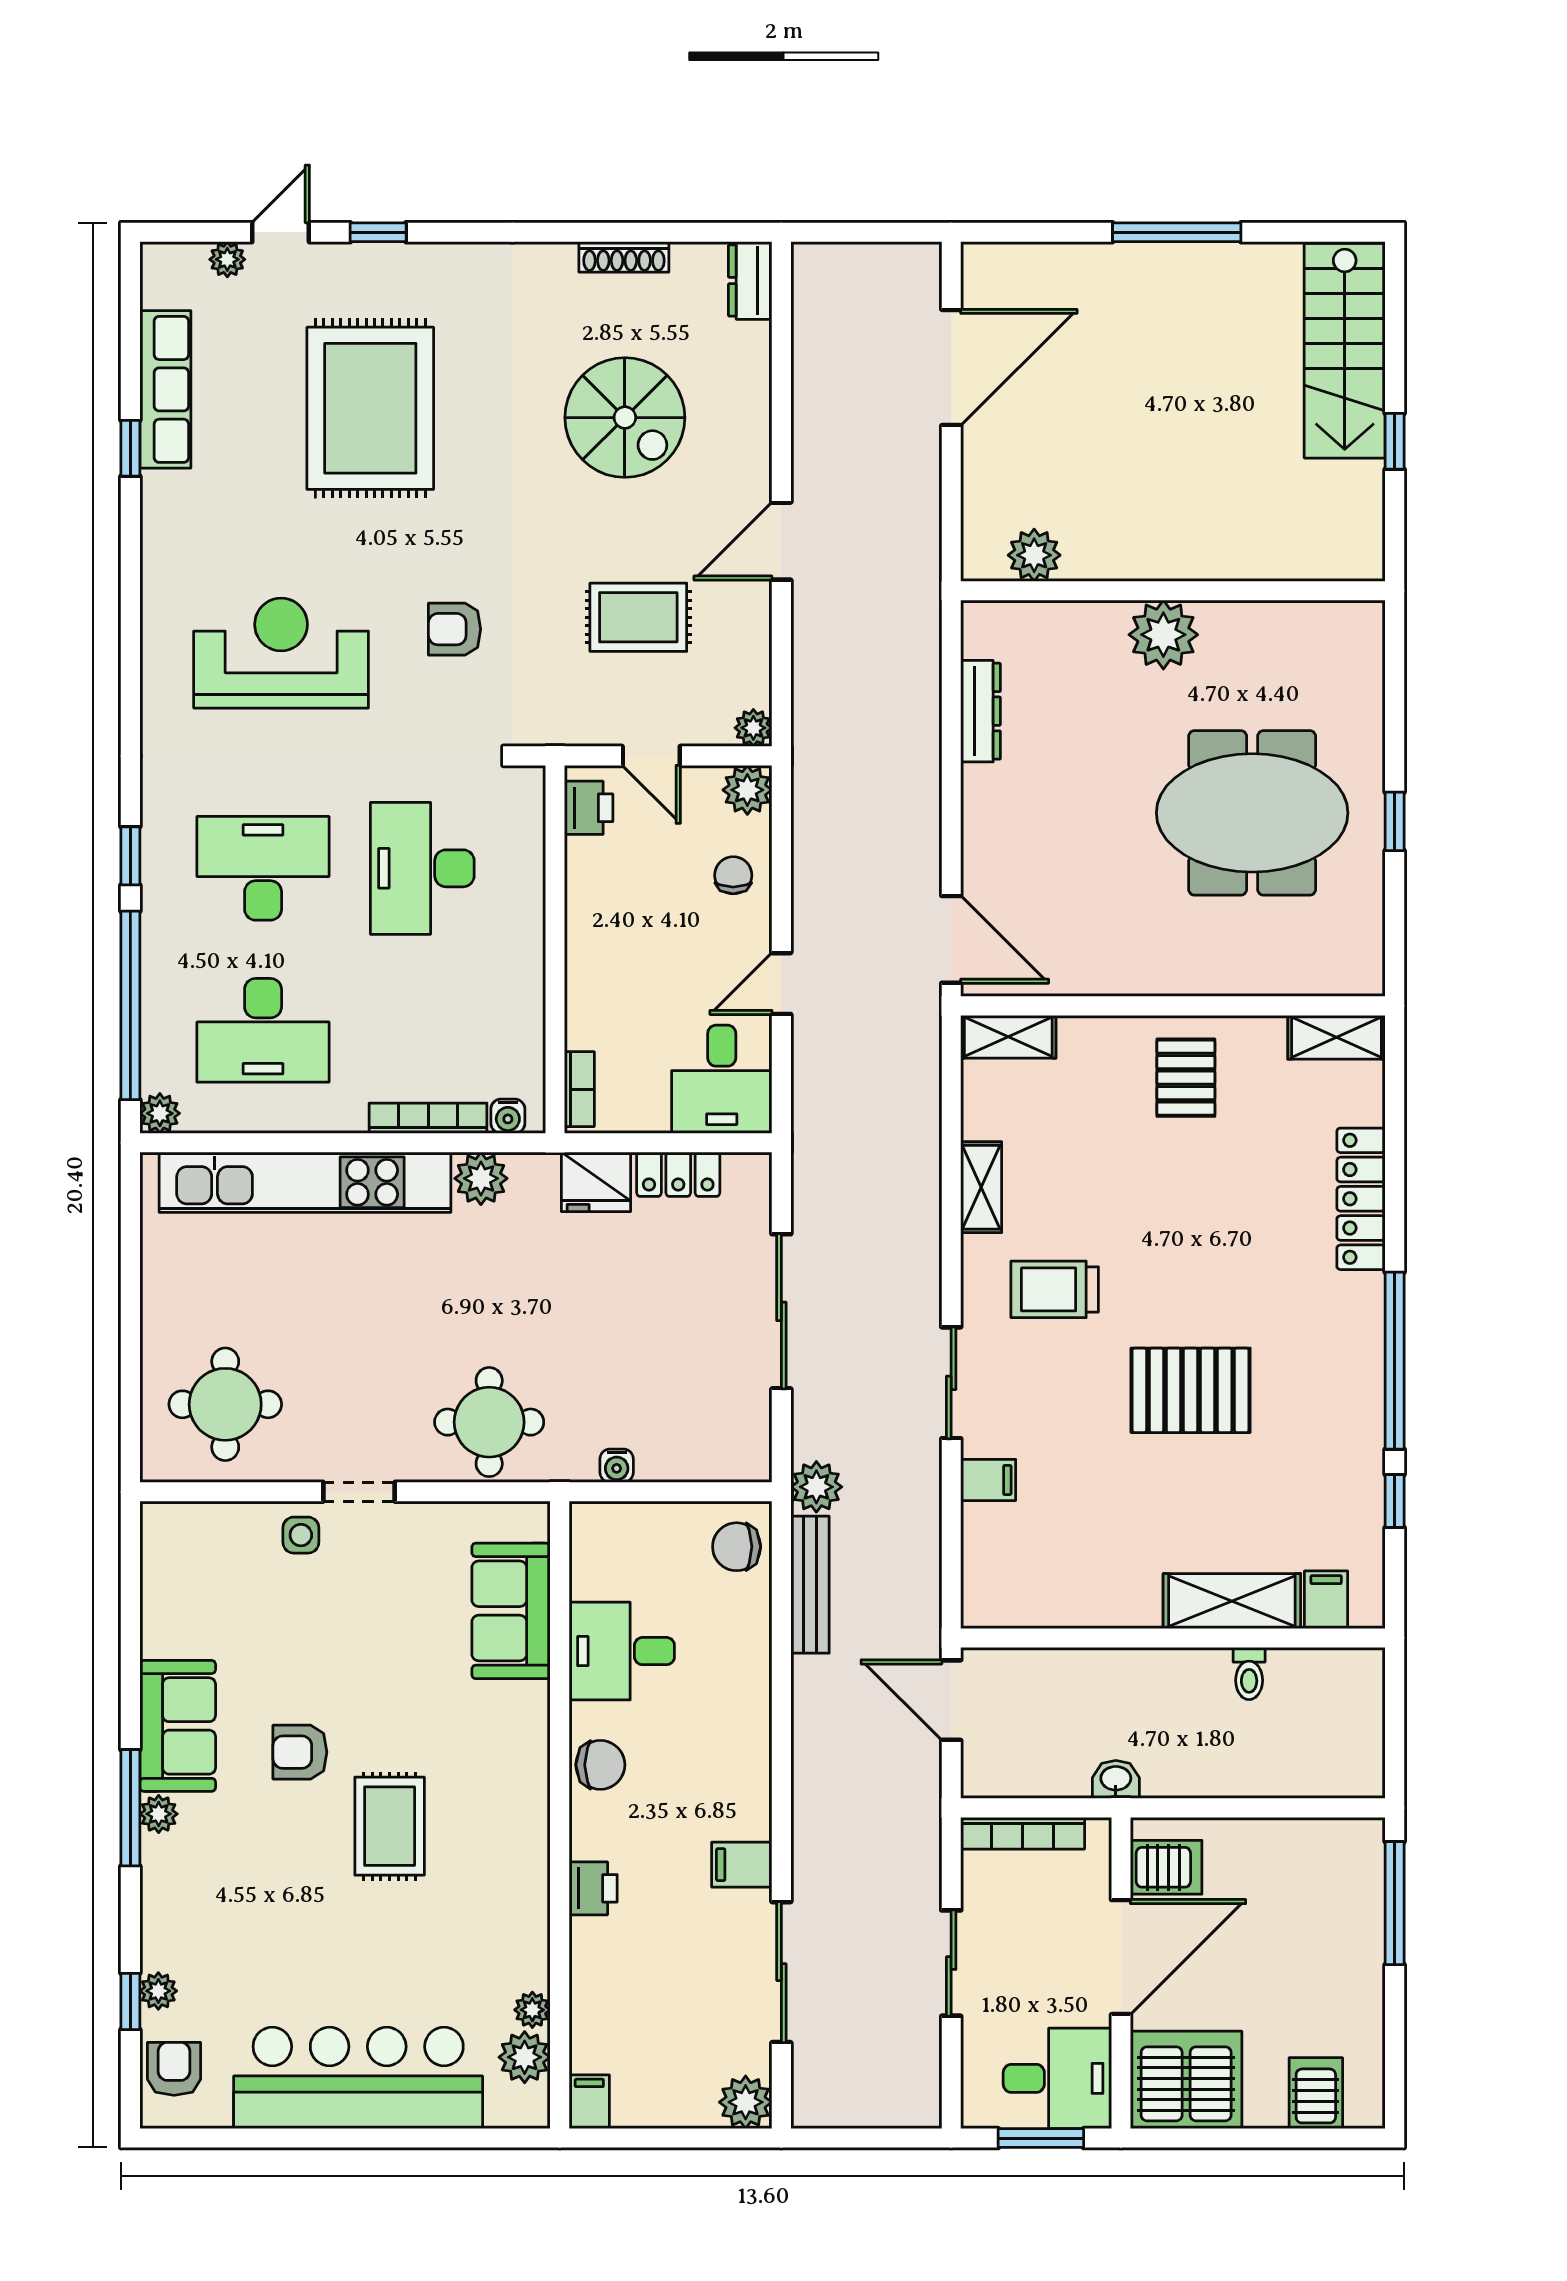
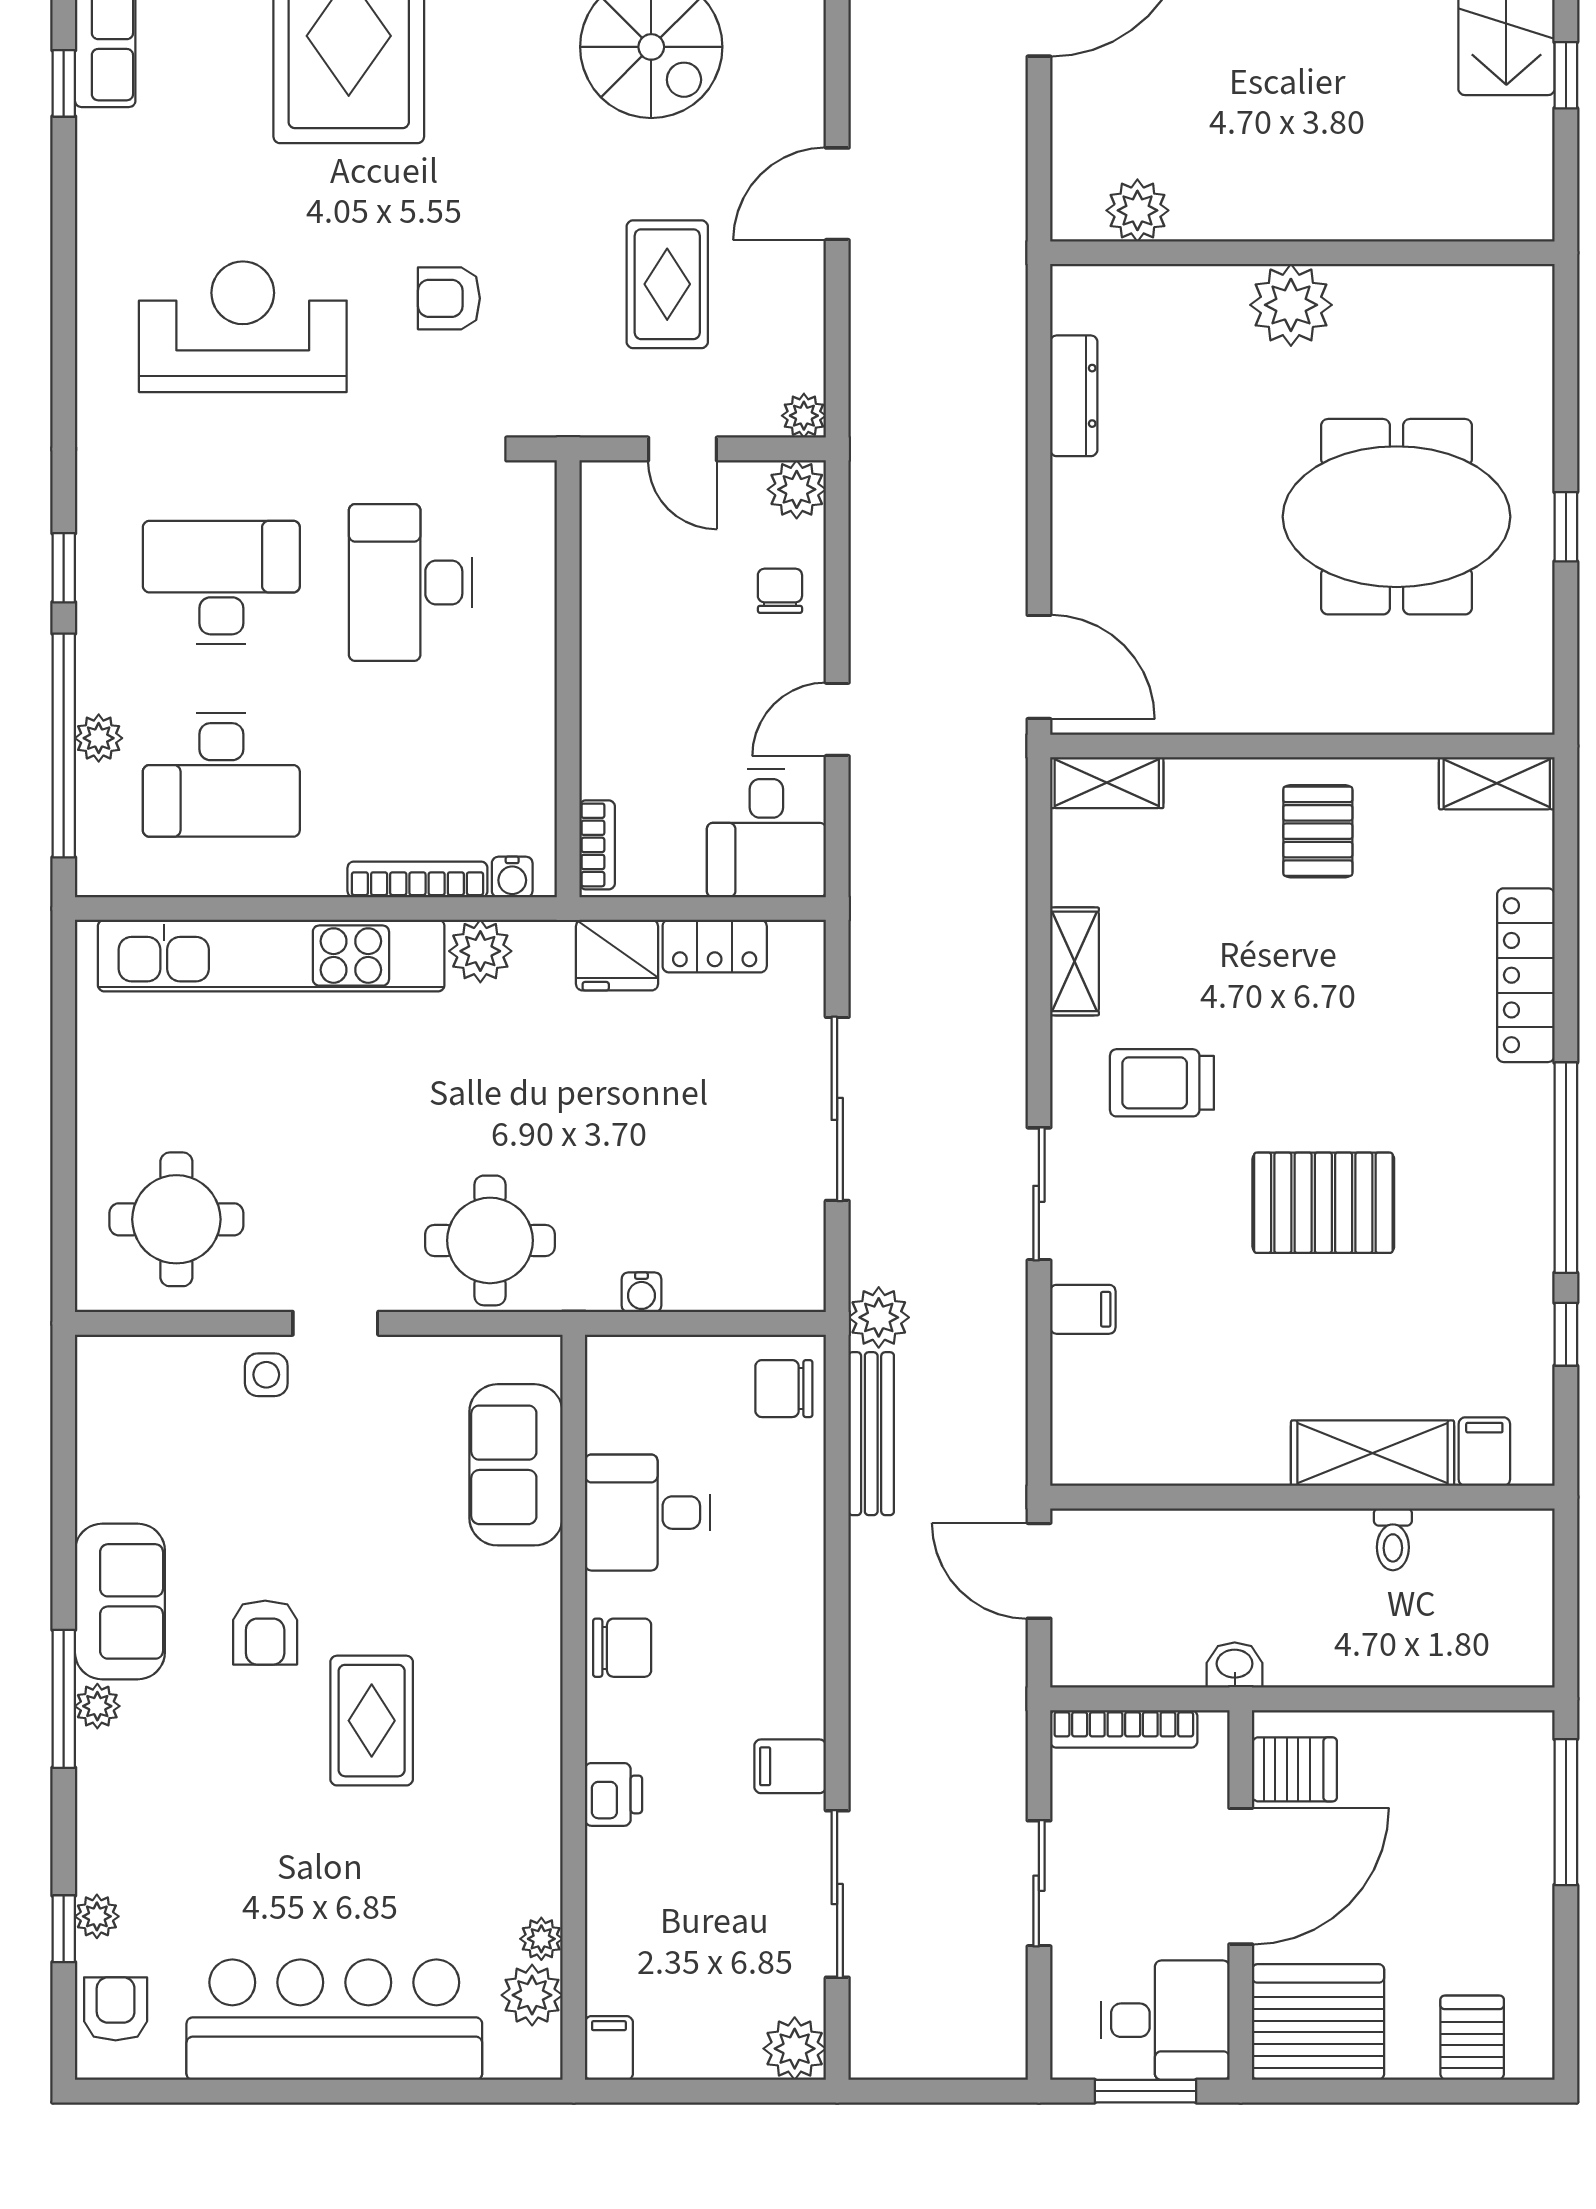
rug: (638, 617) -> (667, 284), turned 90
printer: (589, 808) -> (608, 511), removed
plant: (160, 1113) -> (99, 738), moved
armchair: (300, 1752) -> (265, 1633), turned -90

